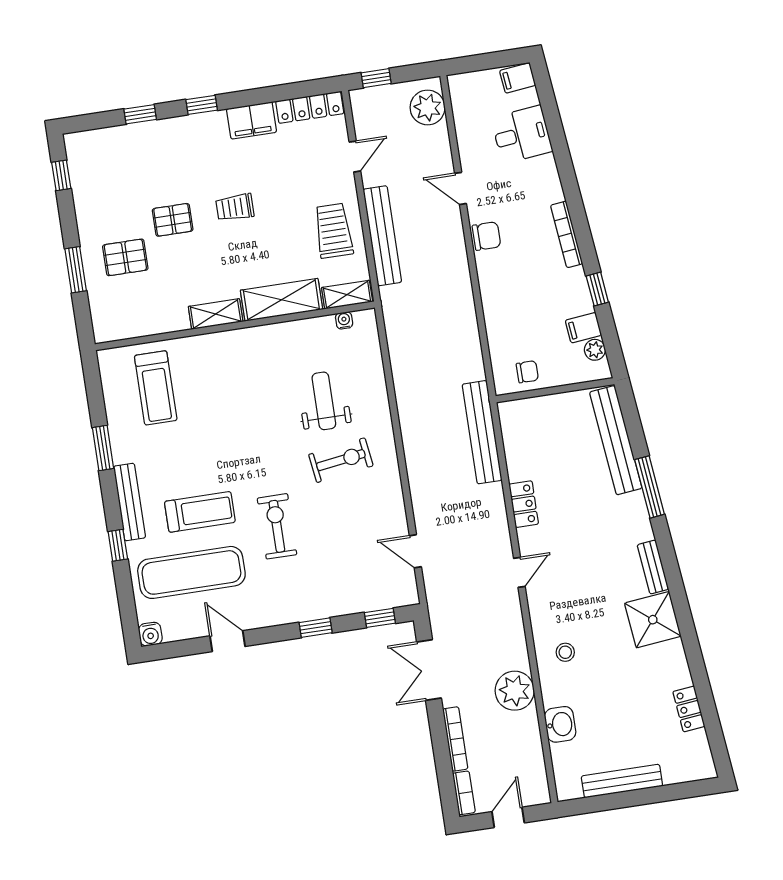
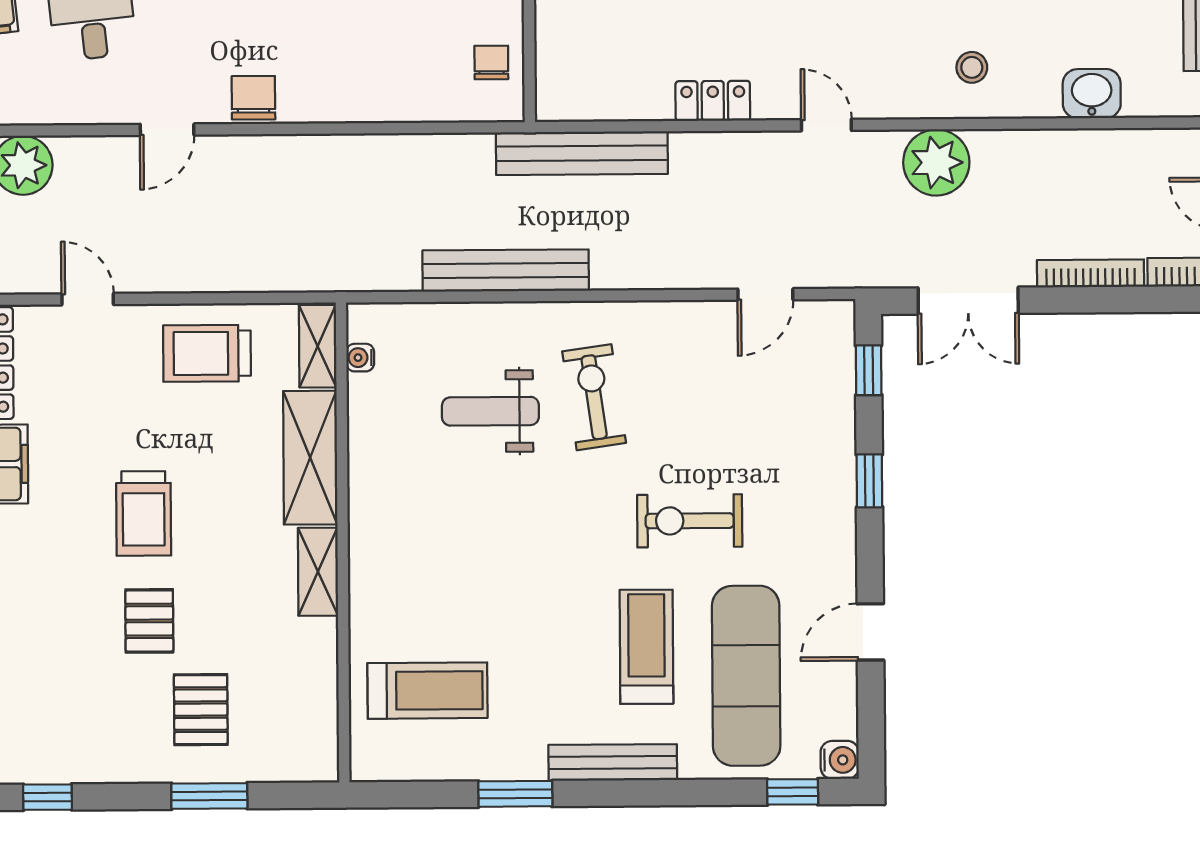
trolley: (235, 207) -> (144, 513), width x1.36, depth x1.39
bench: (382, 236) -> (506, 271), moved
window: (118, 545) -> (793, 792), moved
plant: (515, 691) -> (936, 162), moved

